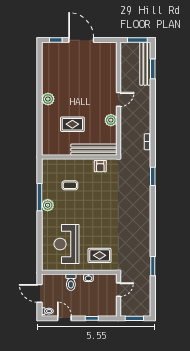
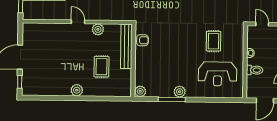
plant: (47, 164) -> (140, 91), added
coffee table: (70, 185) -> (161, 70), removed
rug: (100, 255) -> (214, 41), moved

